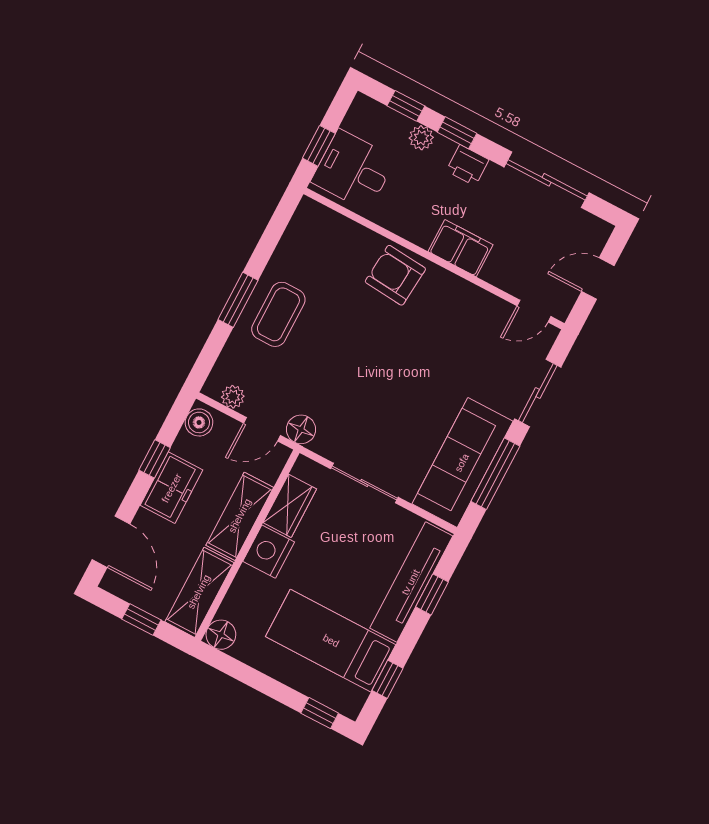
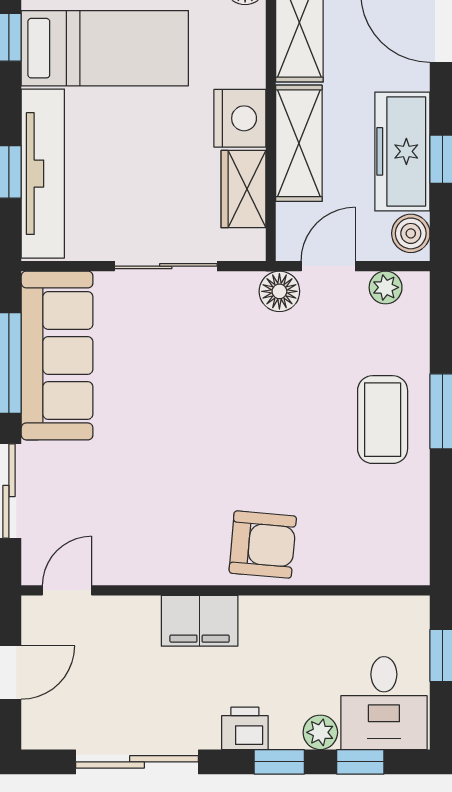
desk: (353, 170) -> (384, 703), moved, turned 90
freezer: (172, 488) -> (402, 151), width x1.40

